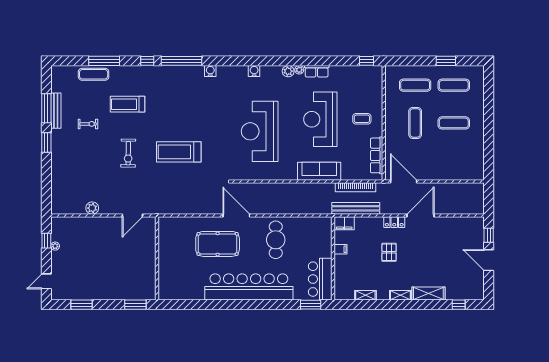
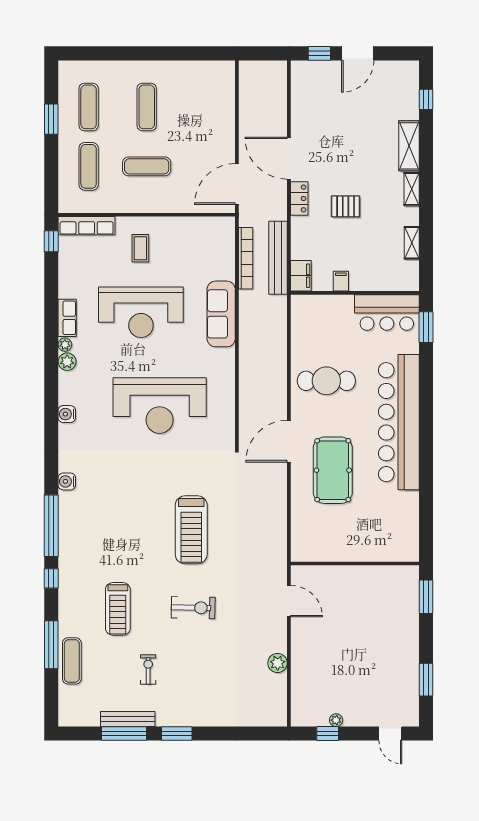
row of seats: (377, 155) -> (87, 226), moved

